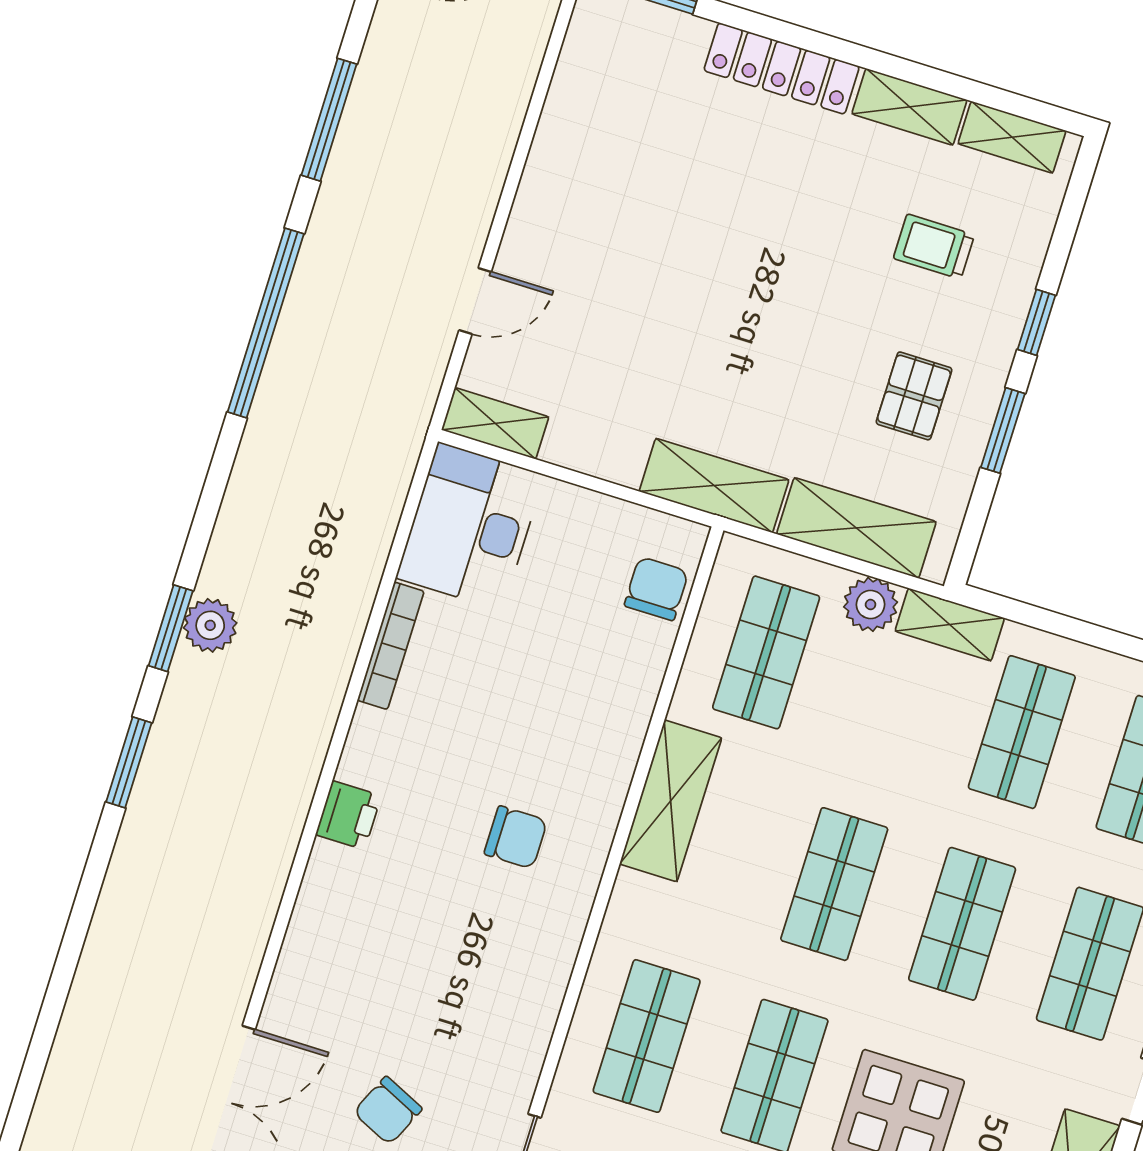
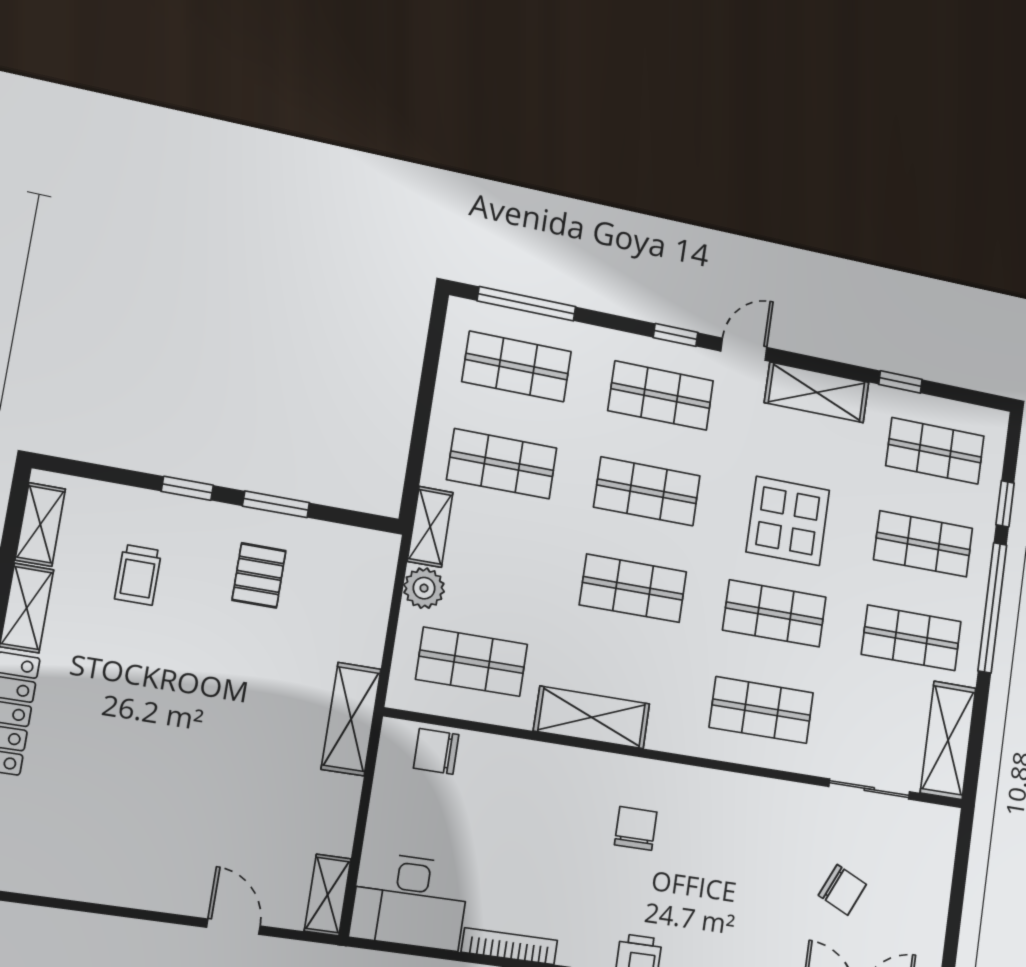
pallet: (914, 396) -> (259, 575), turned 90
shelving: (856, 528) -> (368, 606), removed

